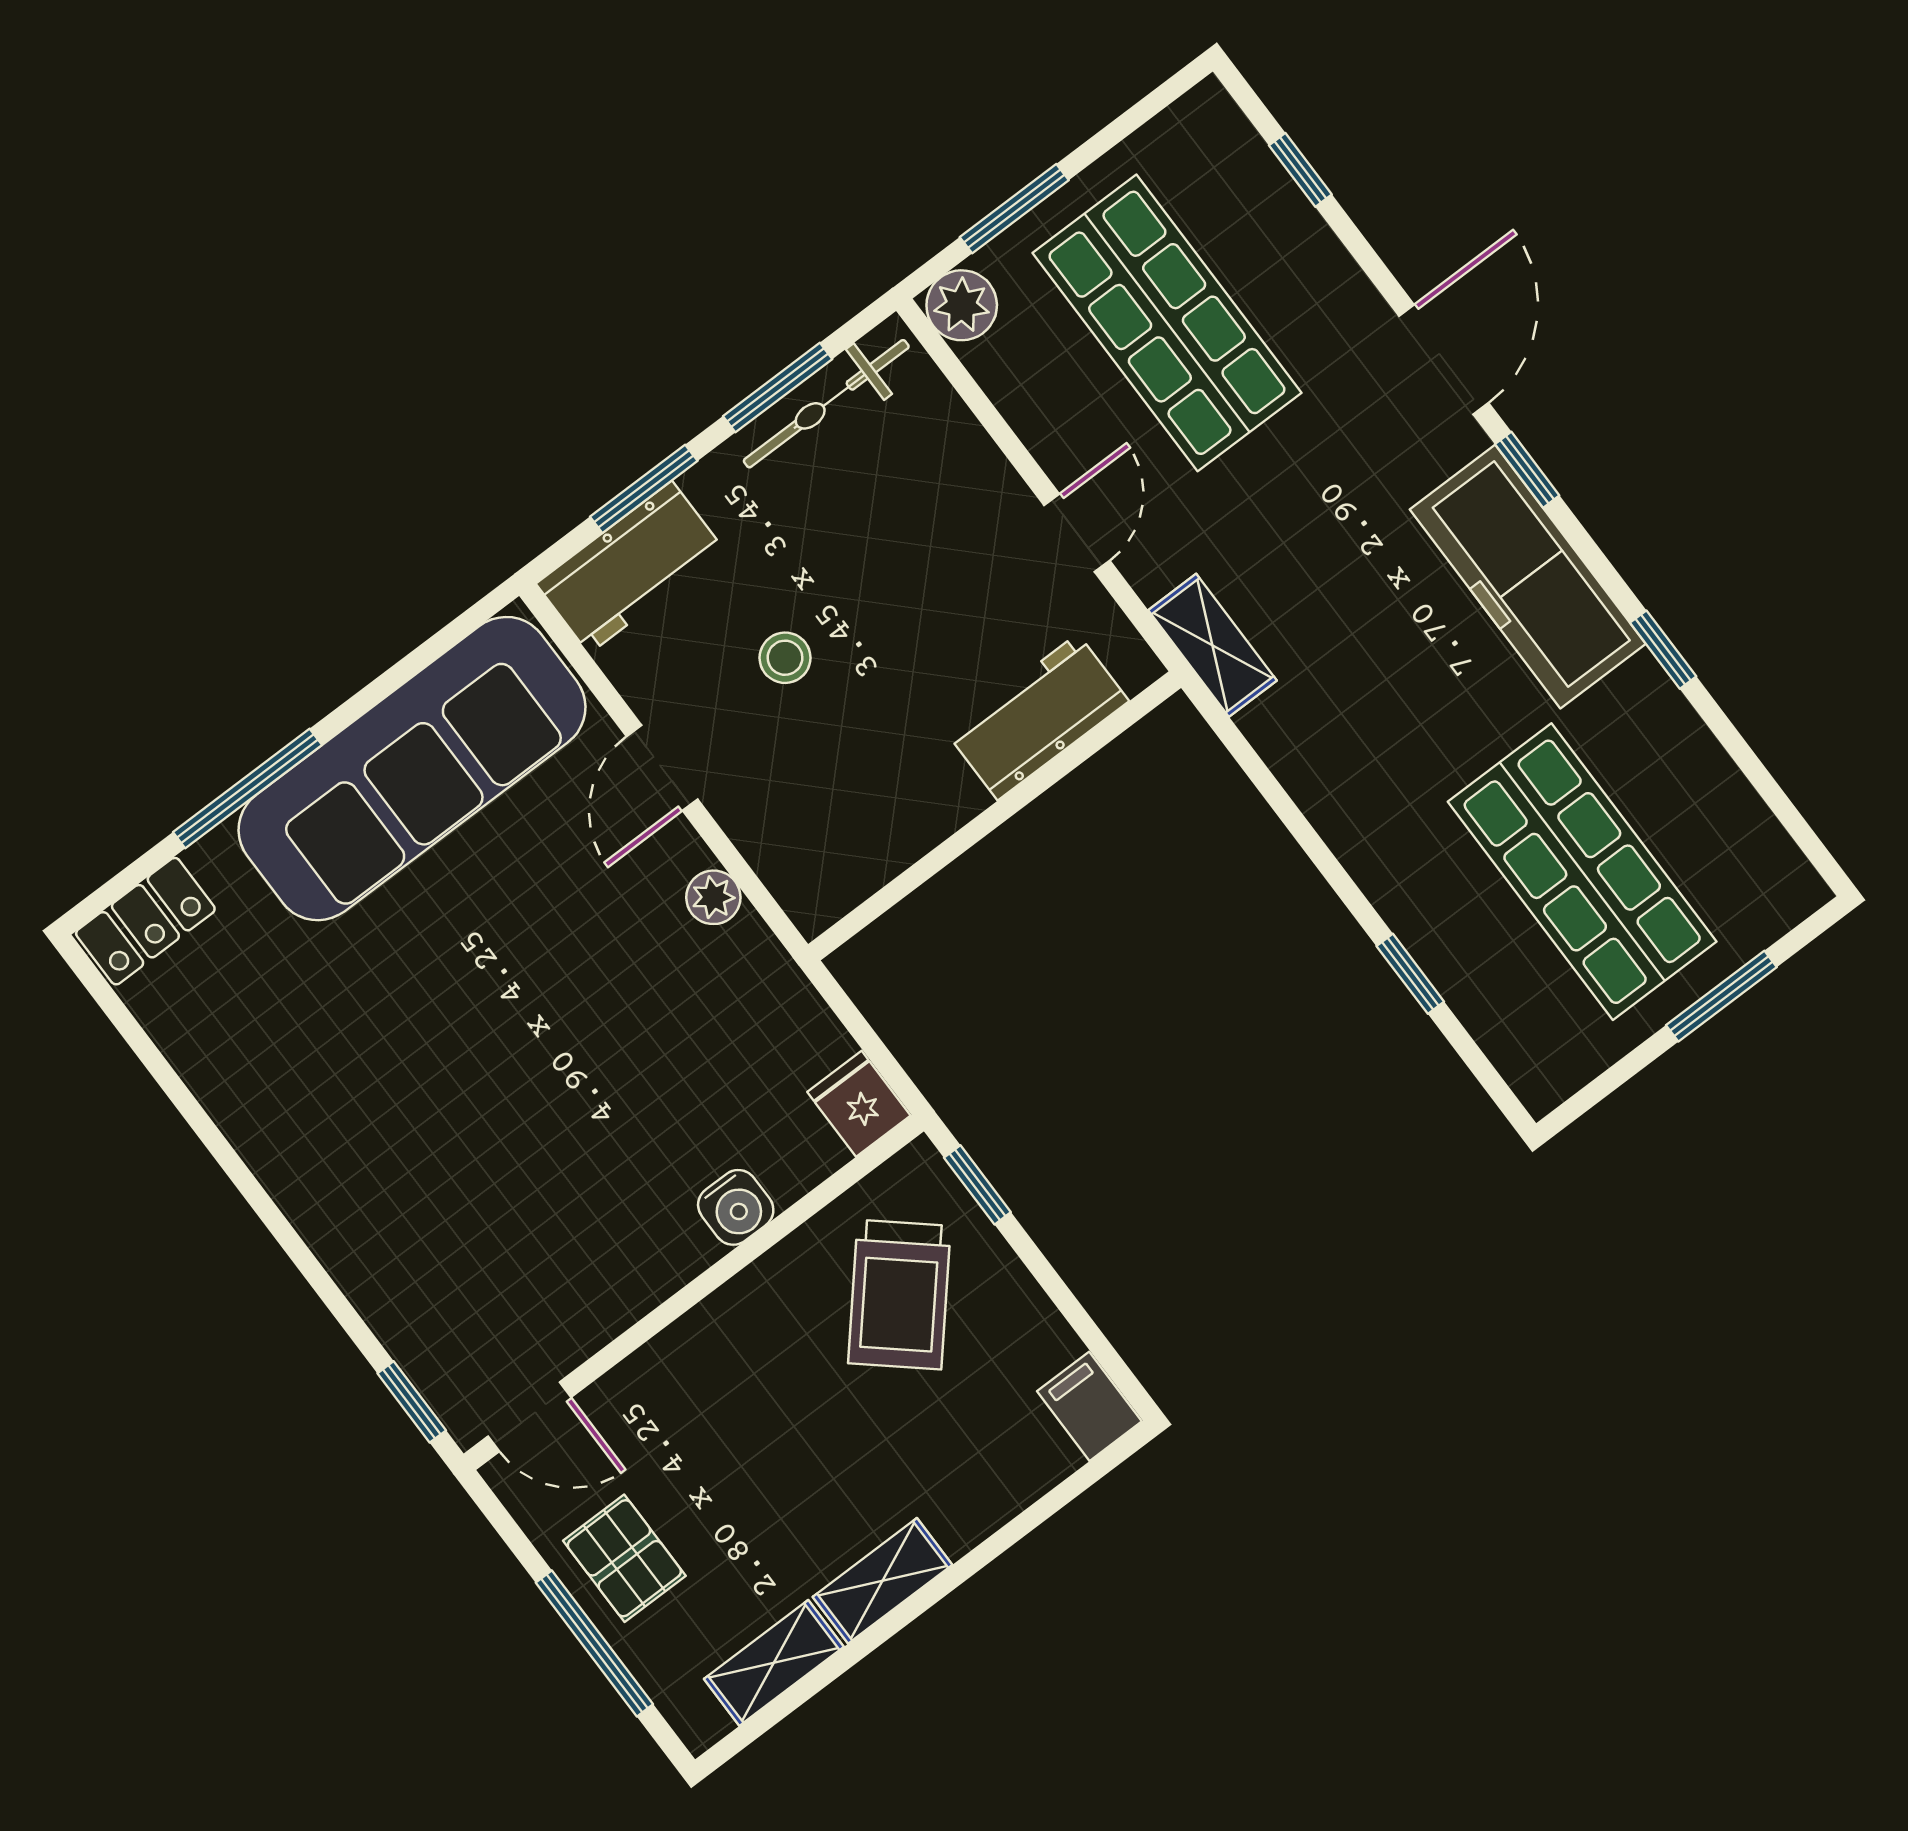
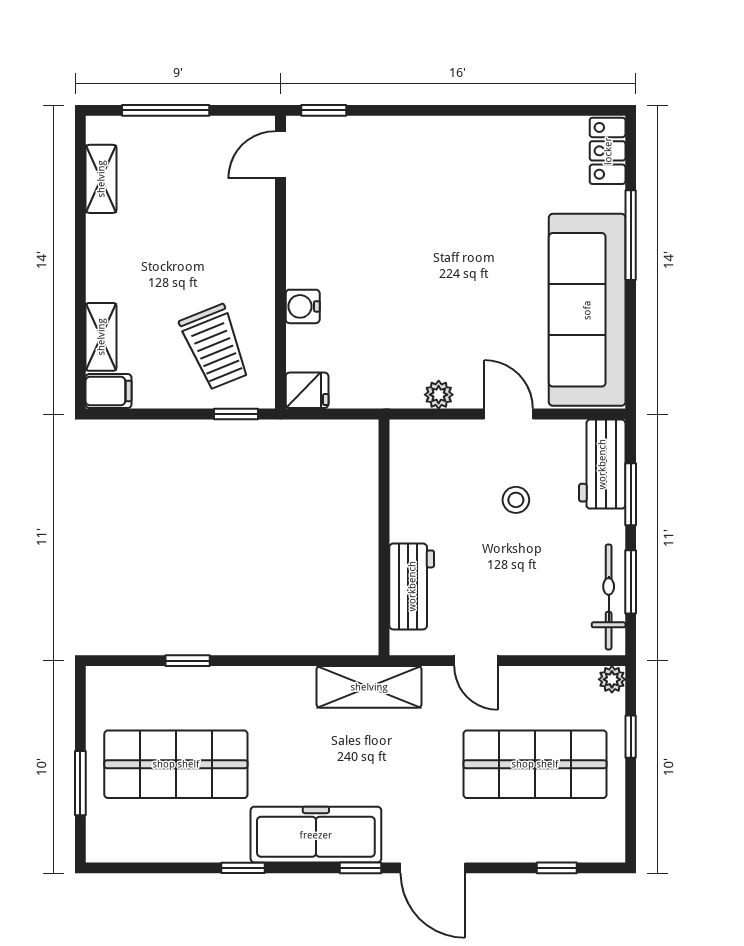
window: (1014, 209) -> (631, 737), width x0.67
plant: (962, 305) -> (612, 679), width x0.73, depth x0.73
shelving: (1213, 645) -> (369, 687), width x1.50, depth x1.33
trolley: (899, 1294) -> (215, 347), turned -153
pallet: (624, 1558) -> (192, 150), removed
shelving: (883, 1581) -> (101, 337), moved

